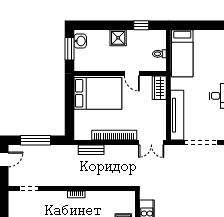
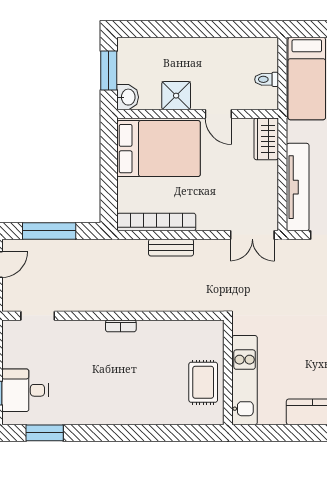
window: (141, 25) -> (235, 29), removed
shower: (118, 38) -> (176, 96), moved
washbasin: (80, 41) -> (128, 97), moved
bookcase: (114, 135) -> (156, 222), moved
bench: (91, 150) -> (171, 248), moved

